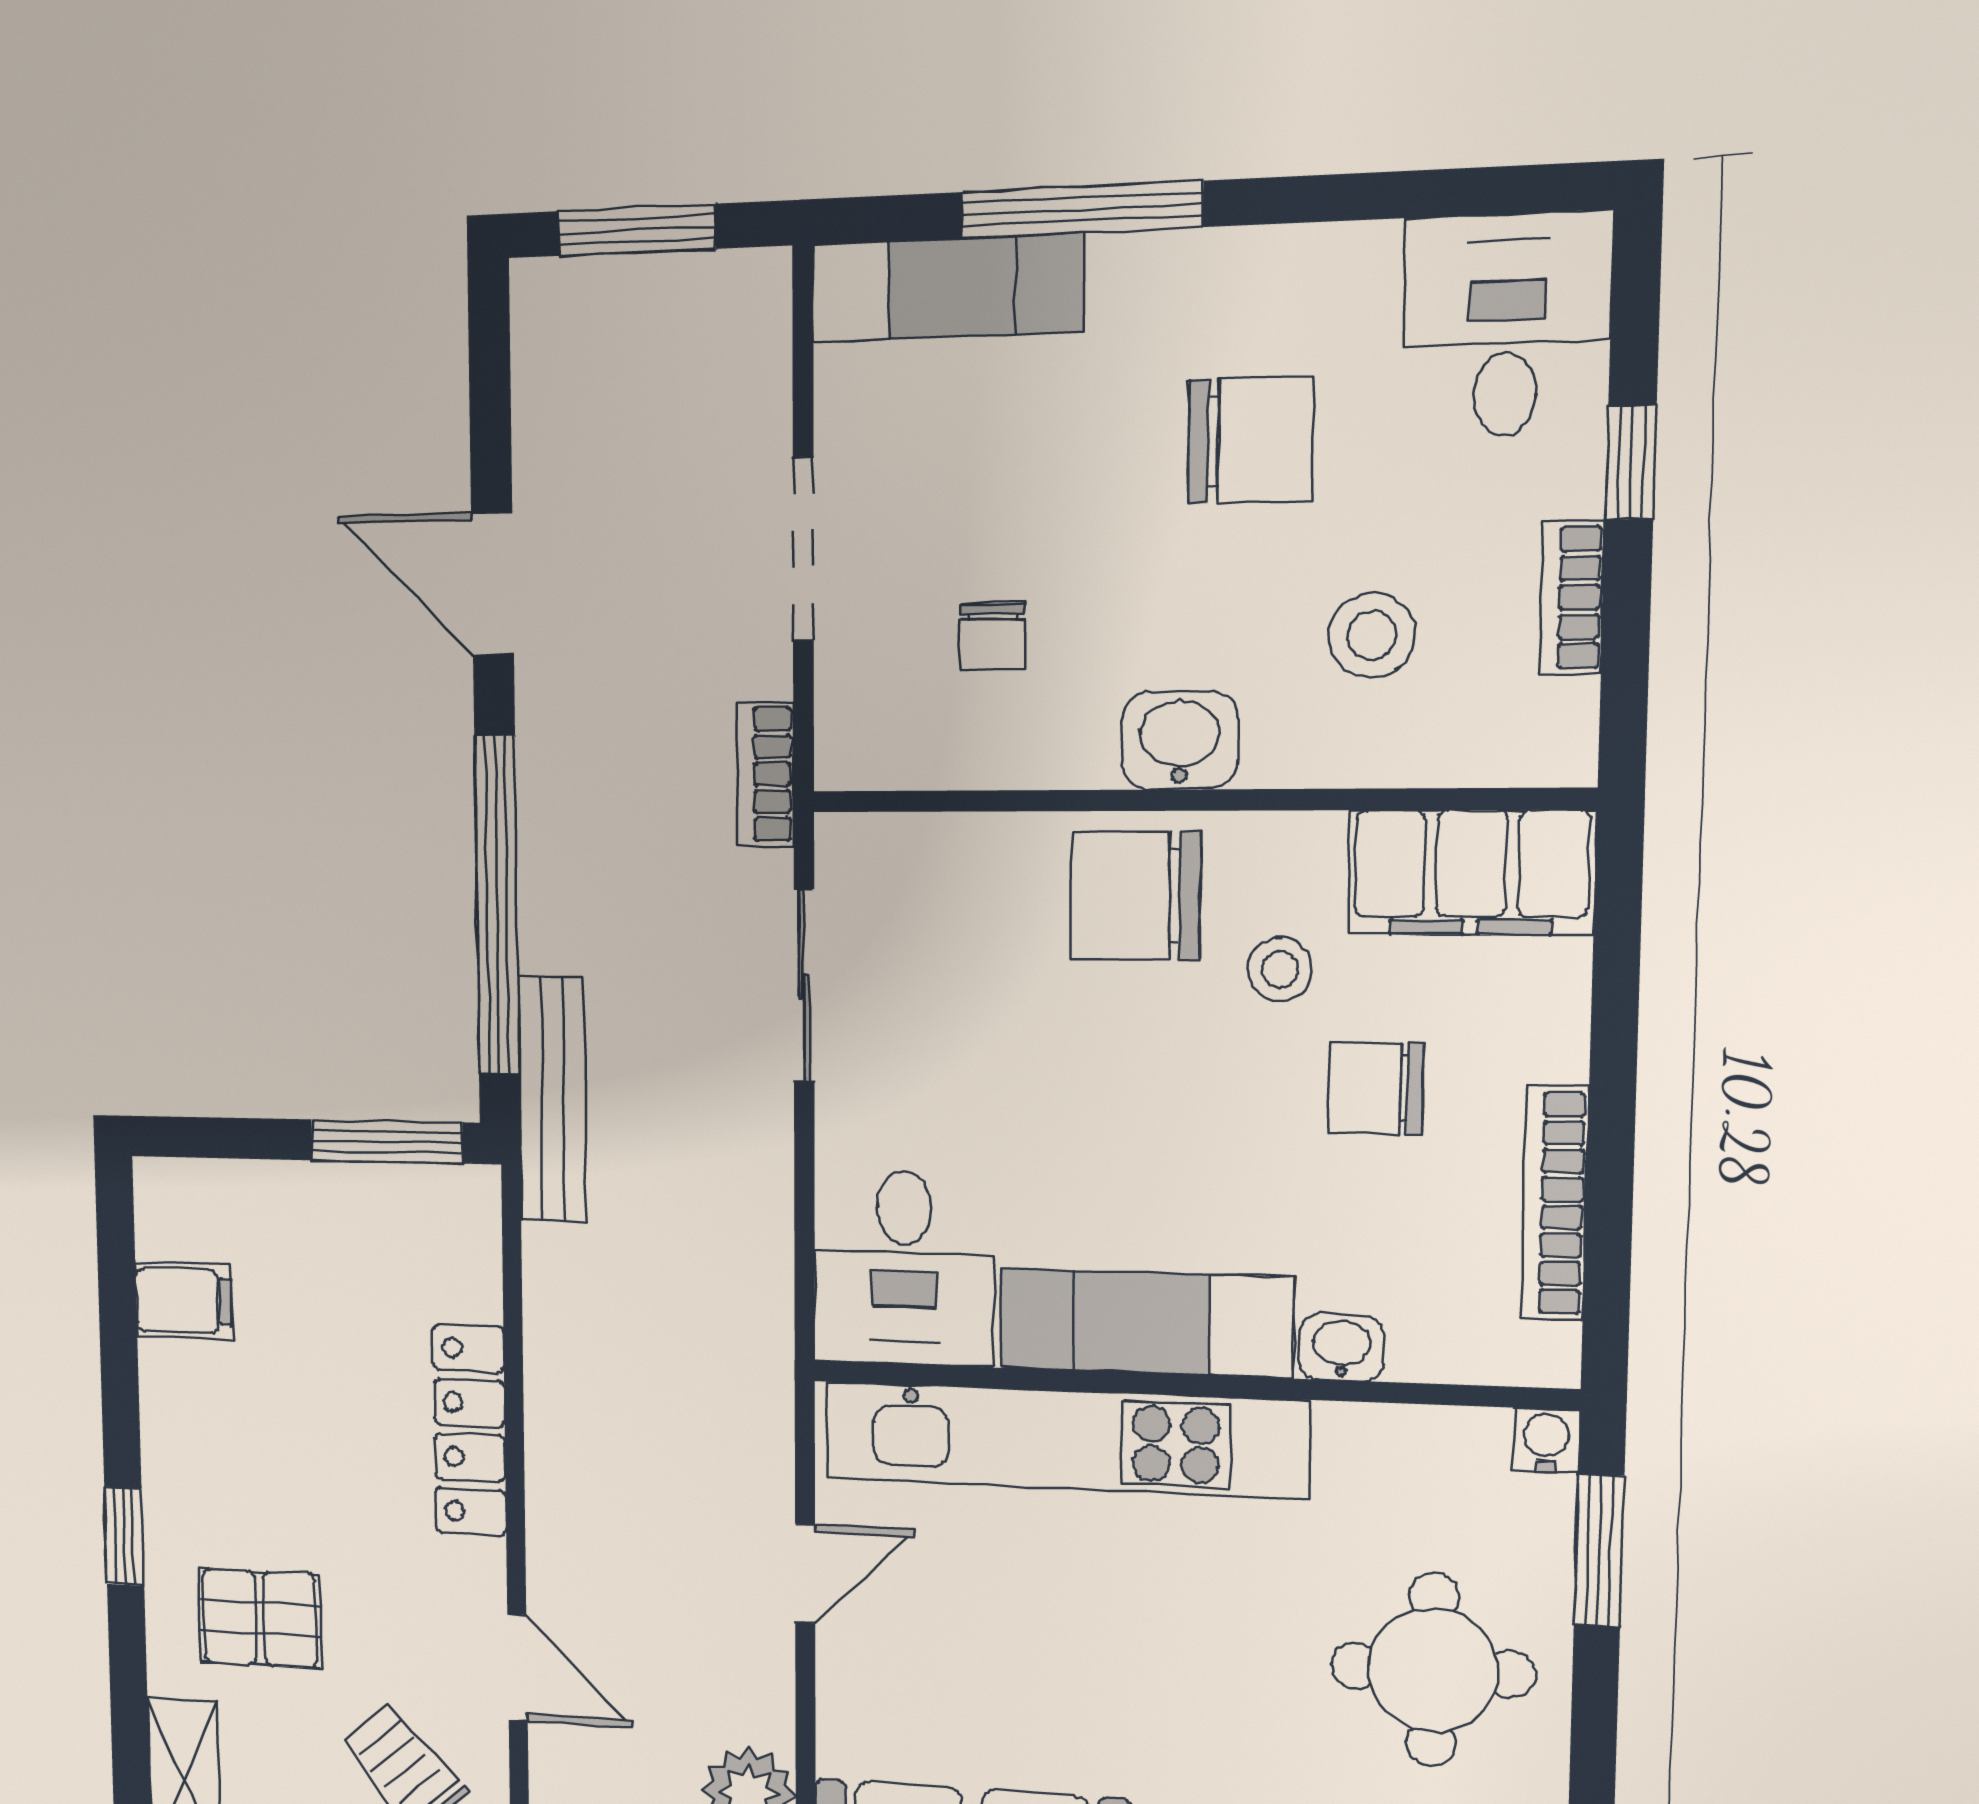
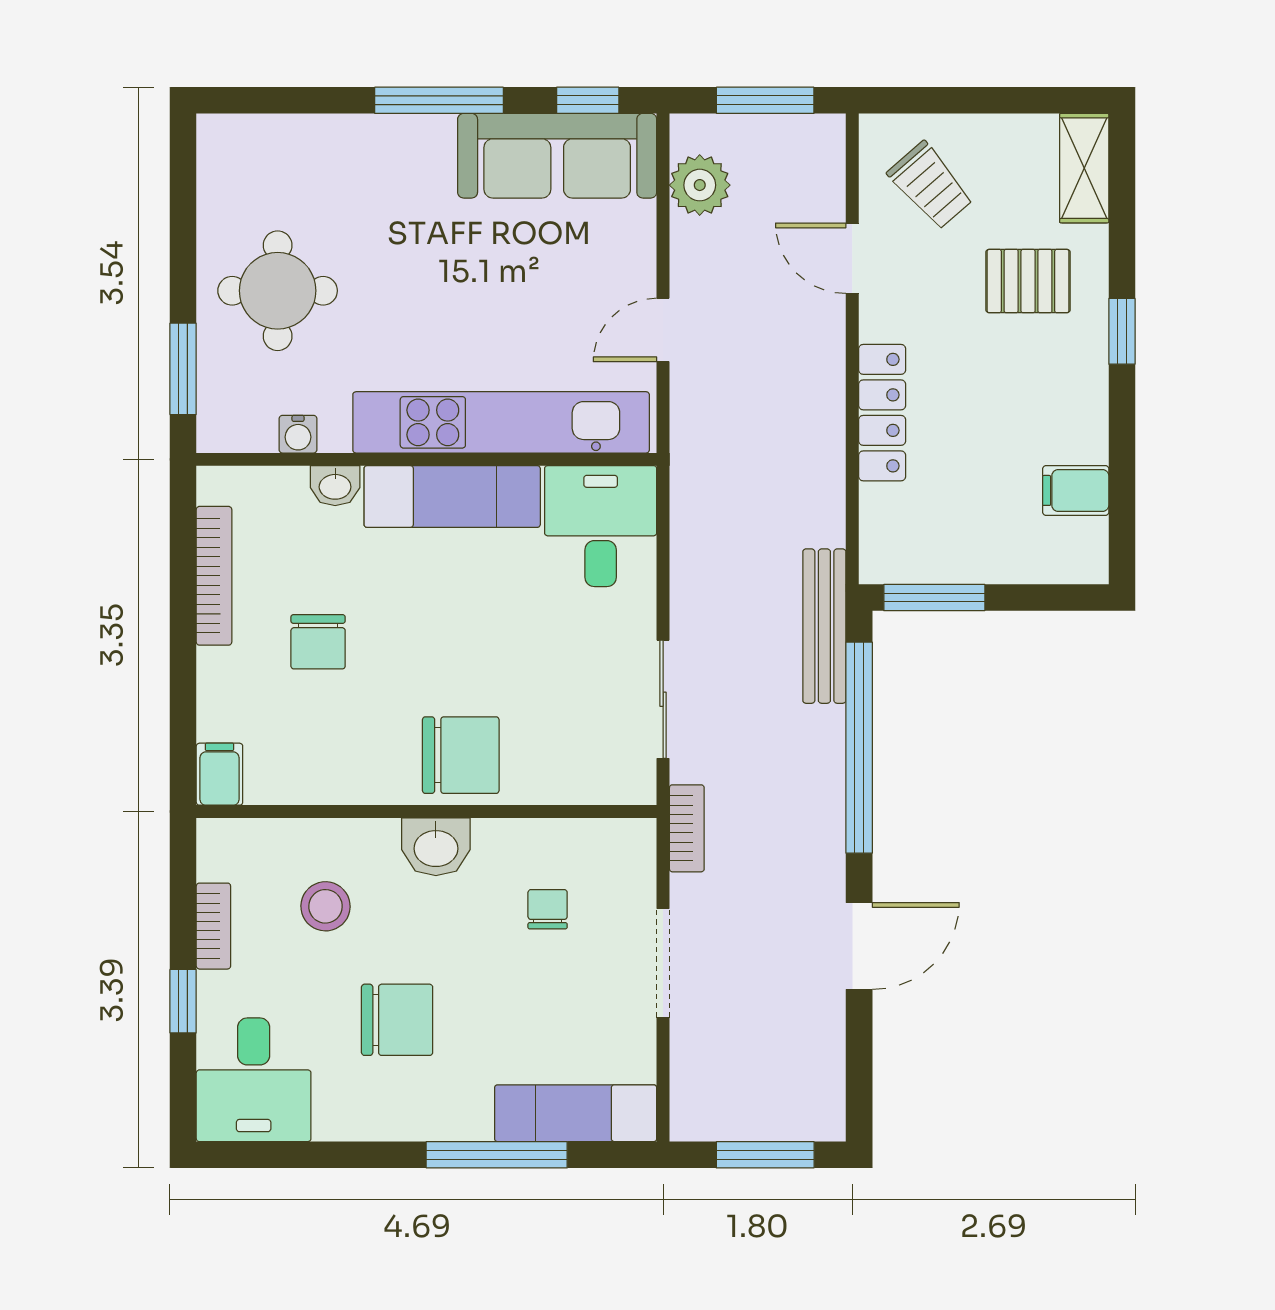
chair: (1250, 440) -> (397, 1020), turned 180
door: (493, 584) -> (859, 946), hinge flipped
filing cabinet: (1471, 872) -> (219, 774), width x0.33, depth x0.86
stool: (1280, 969) -> (375, 712), removed
chair: (1376, 1088) -> (318, 642), turned 90
water cooler: (1546, 1440) -> (298, 434), moved

